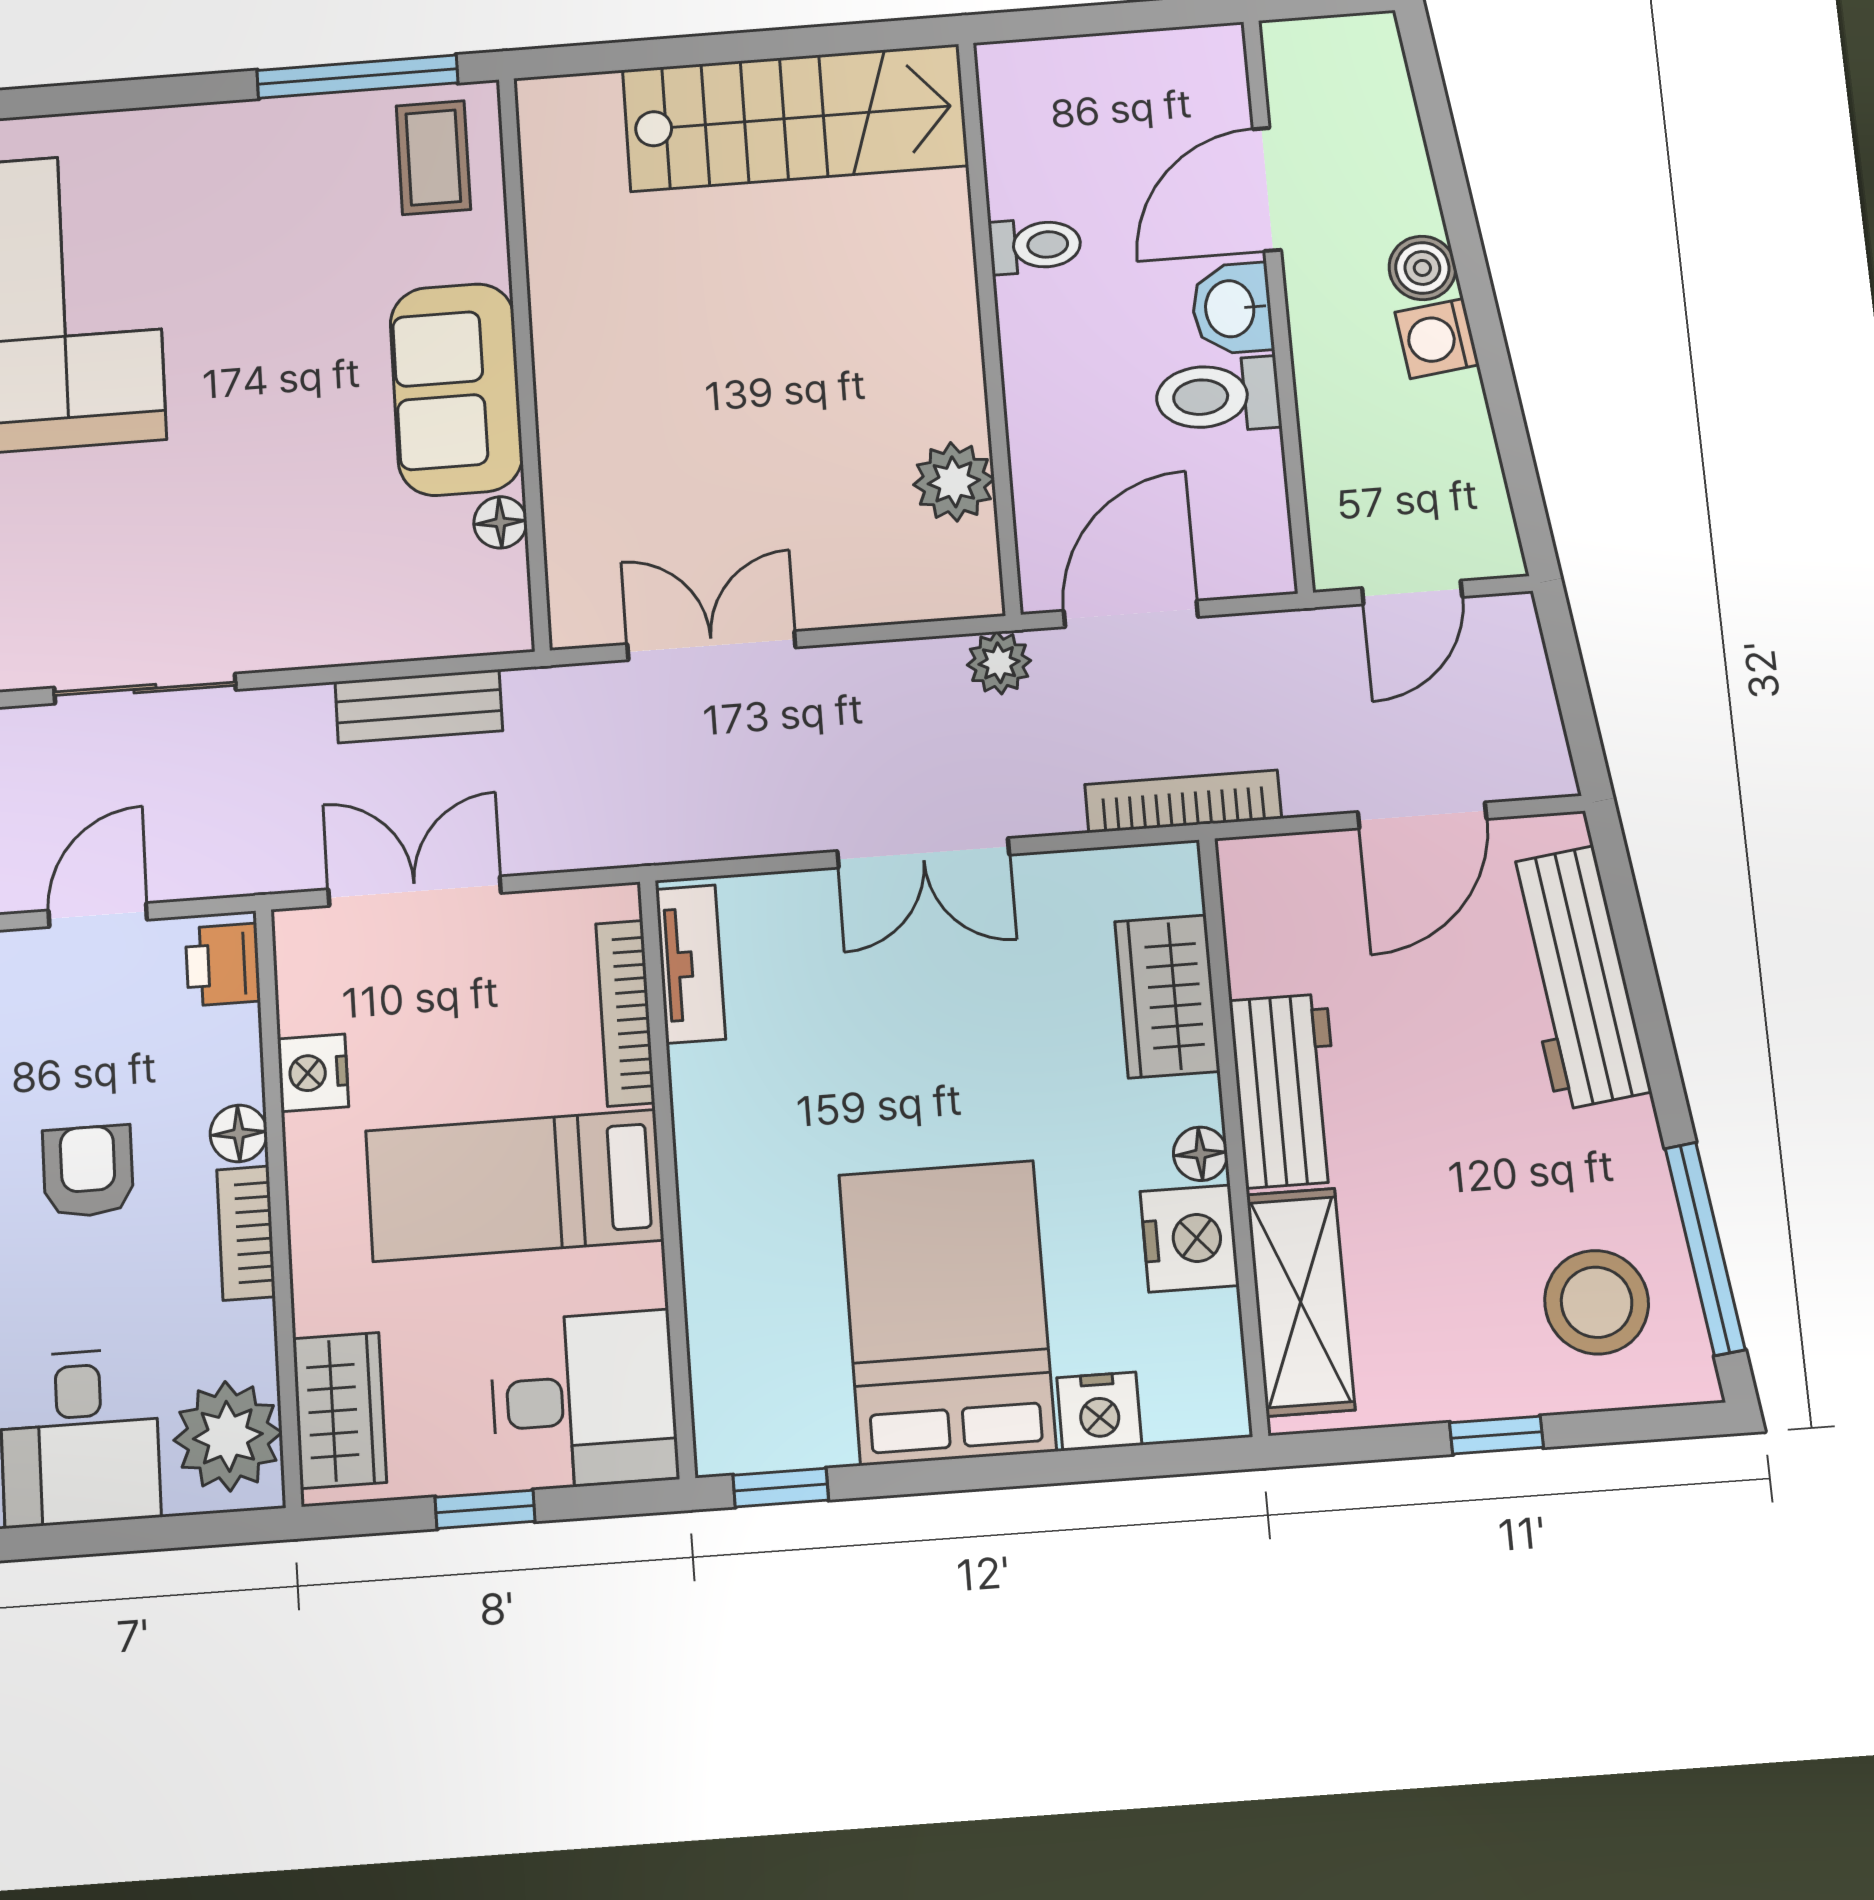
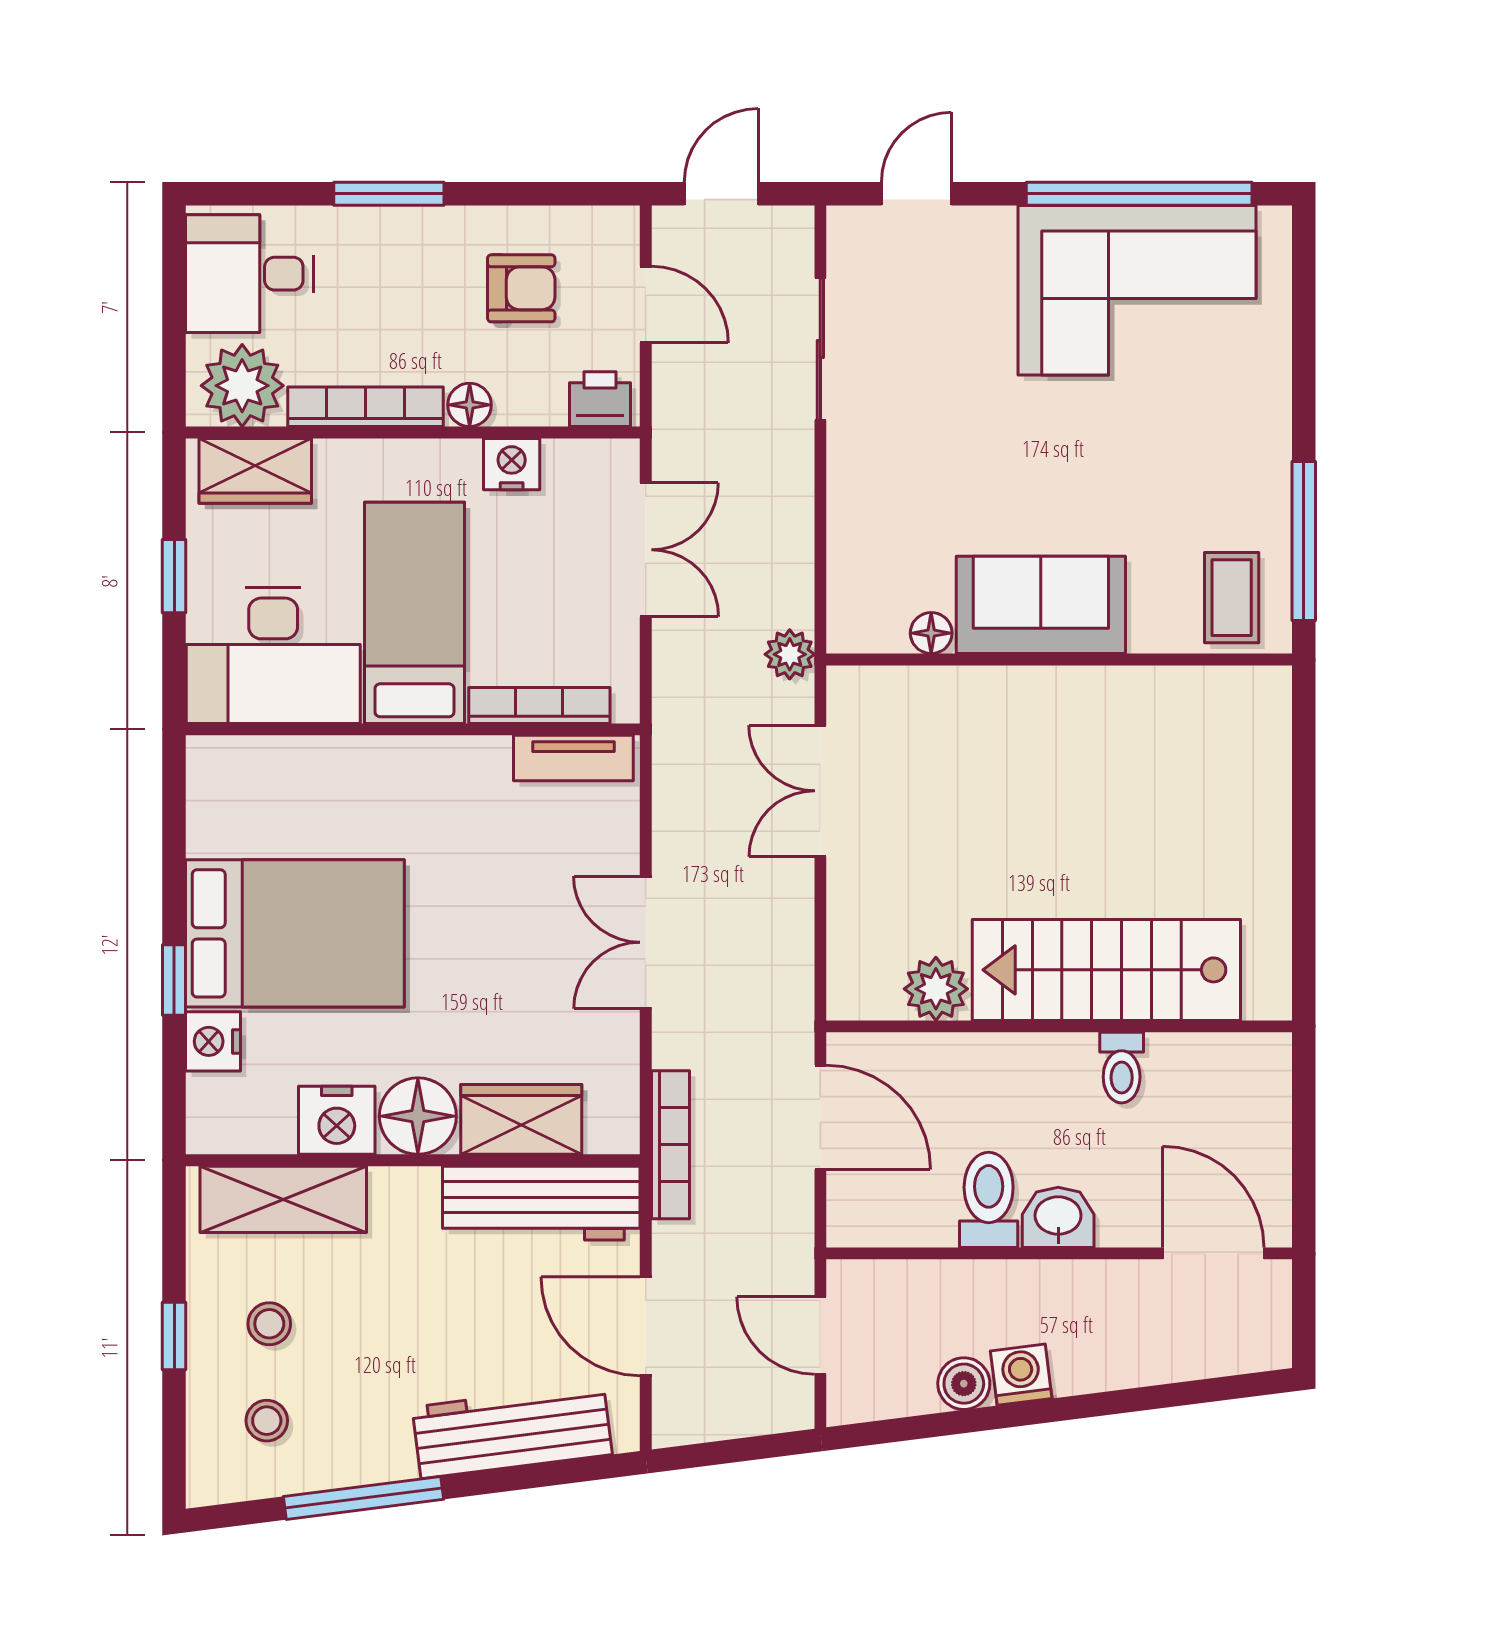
stairs: (795, 118) -> (1106, 970), moved, turned 90
coffee table: (433, 158) -> (1232, 598), turned 90
door: (1267, 189) -> (1213, 1253), moved
boiler: (1422, 268) -> (964, 1384), moved
double door: (711, 646) -> (820, 791), swing flipped
plant: (999, 663) -> (790, 654), moved
bench: (419, 706) -> (790, 561), removed
workbench: (1286, 1091) -> (541, 1203), moved, width x1.38
floor lamp: (1200, 1154) -> (418, 1116), width x1.89, depth x1.89
armchair: (88, 1171) -> (521, 288), moved
bookcase: (246, 1233) -> (366, 407), width x1.56
window: (1705, 1249) -> (363, 1498), moved
stool: (1597, 1302) -> (267, 1421), width x0.53, depth x0.53
stool: (1468, 1308) -> (269, 1324), added
desk: (584, 1400) -> (273, 655), width x1.37
window: (781, 1488) -> (174, 980), moved

